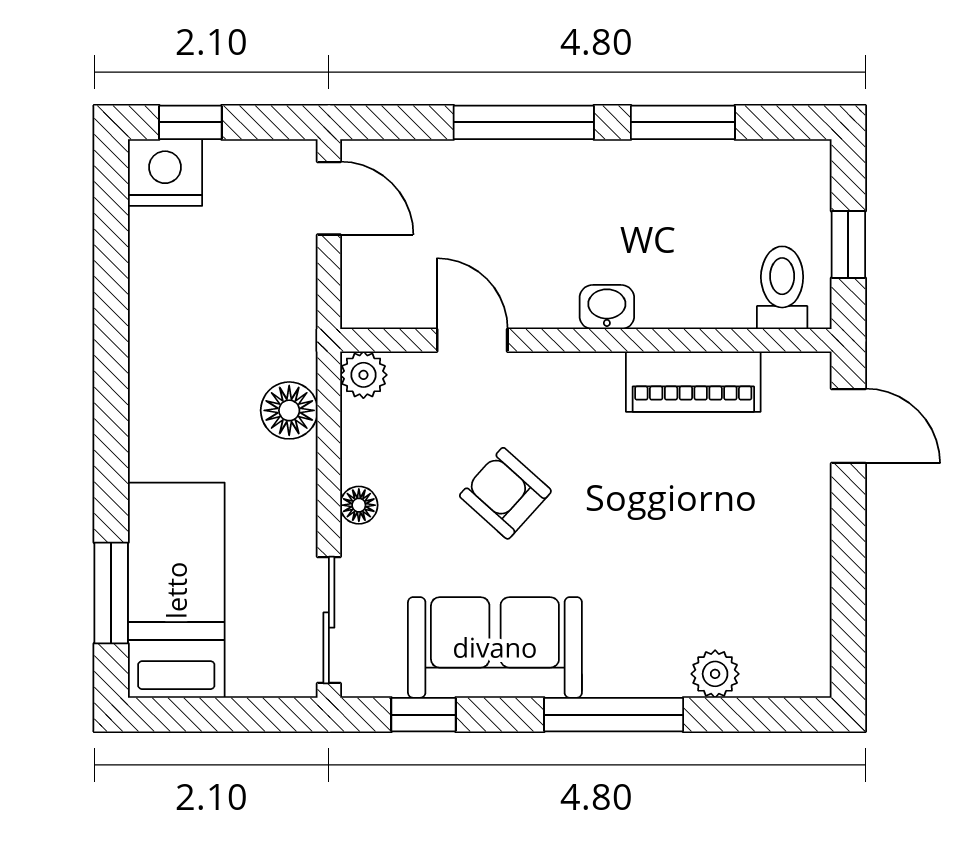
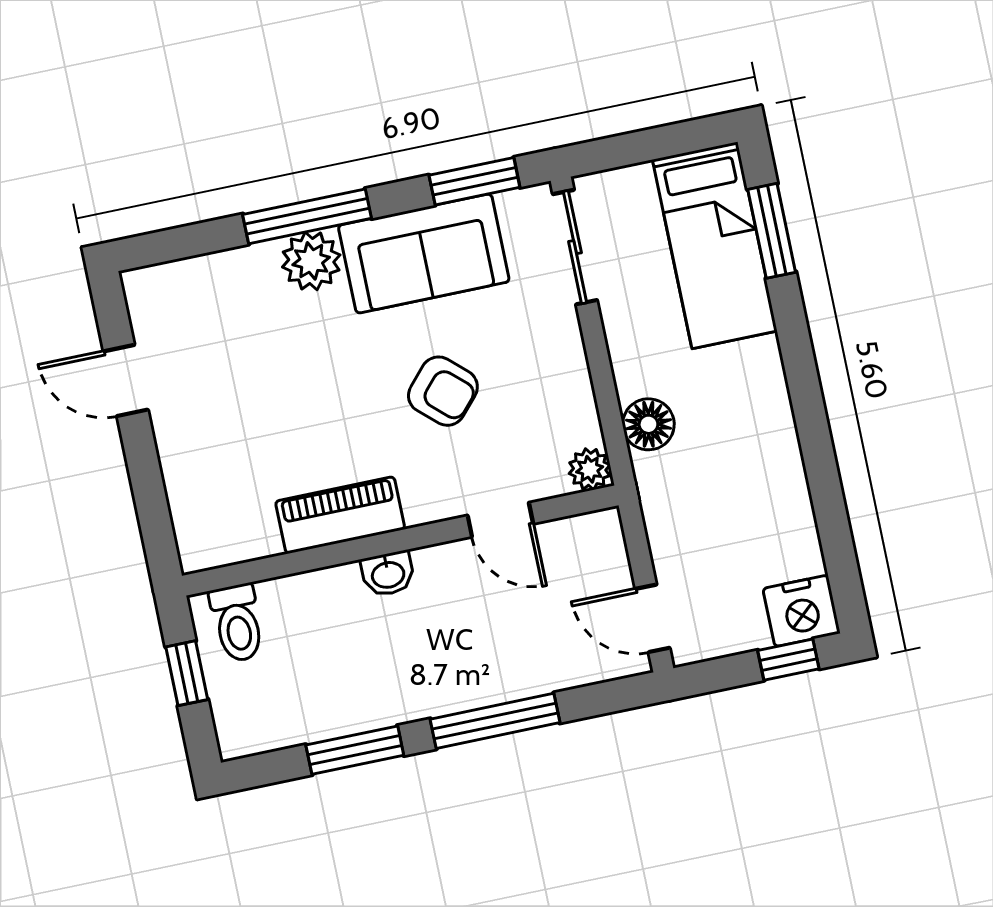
piano: (693, 382) -> (340, 515), moved
door: (848, 426) -> (126, 381), moved
floor lamp: (359, 505) -> (570, 354), removed
plant: (715, 674) -> (311, 261), moved, width x1.38, depth x1.38
window: (423, 715) -> (474, 181), width x1.50

